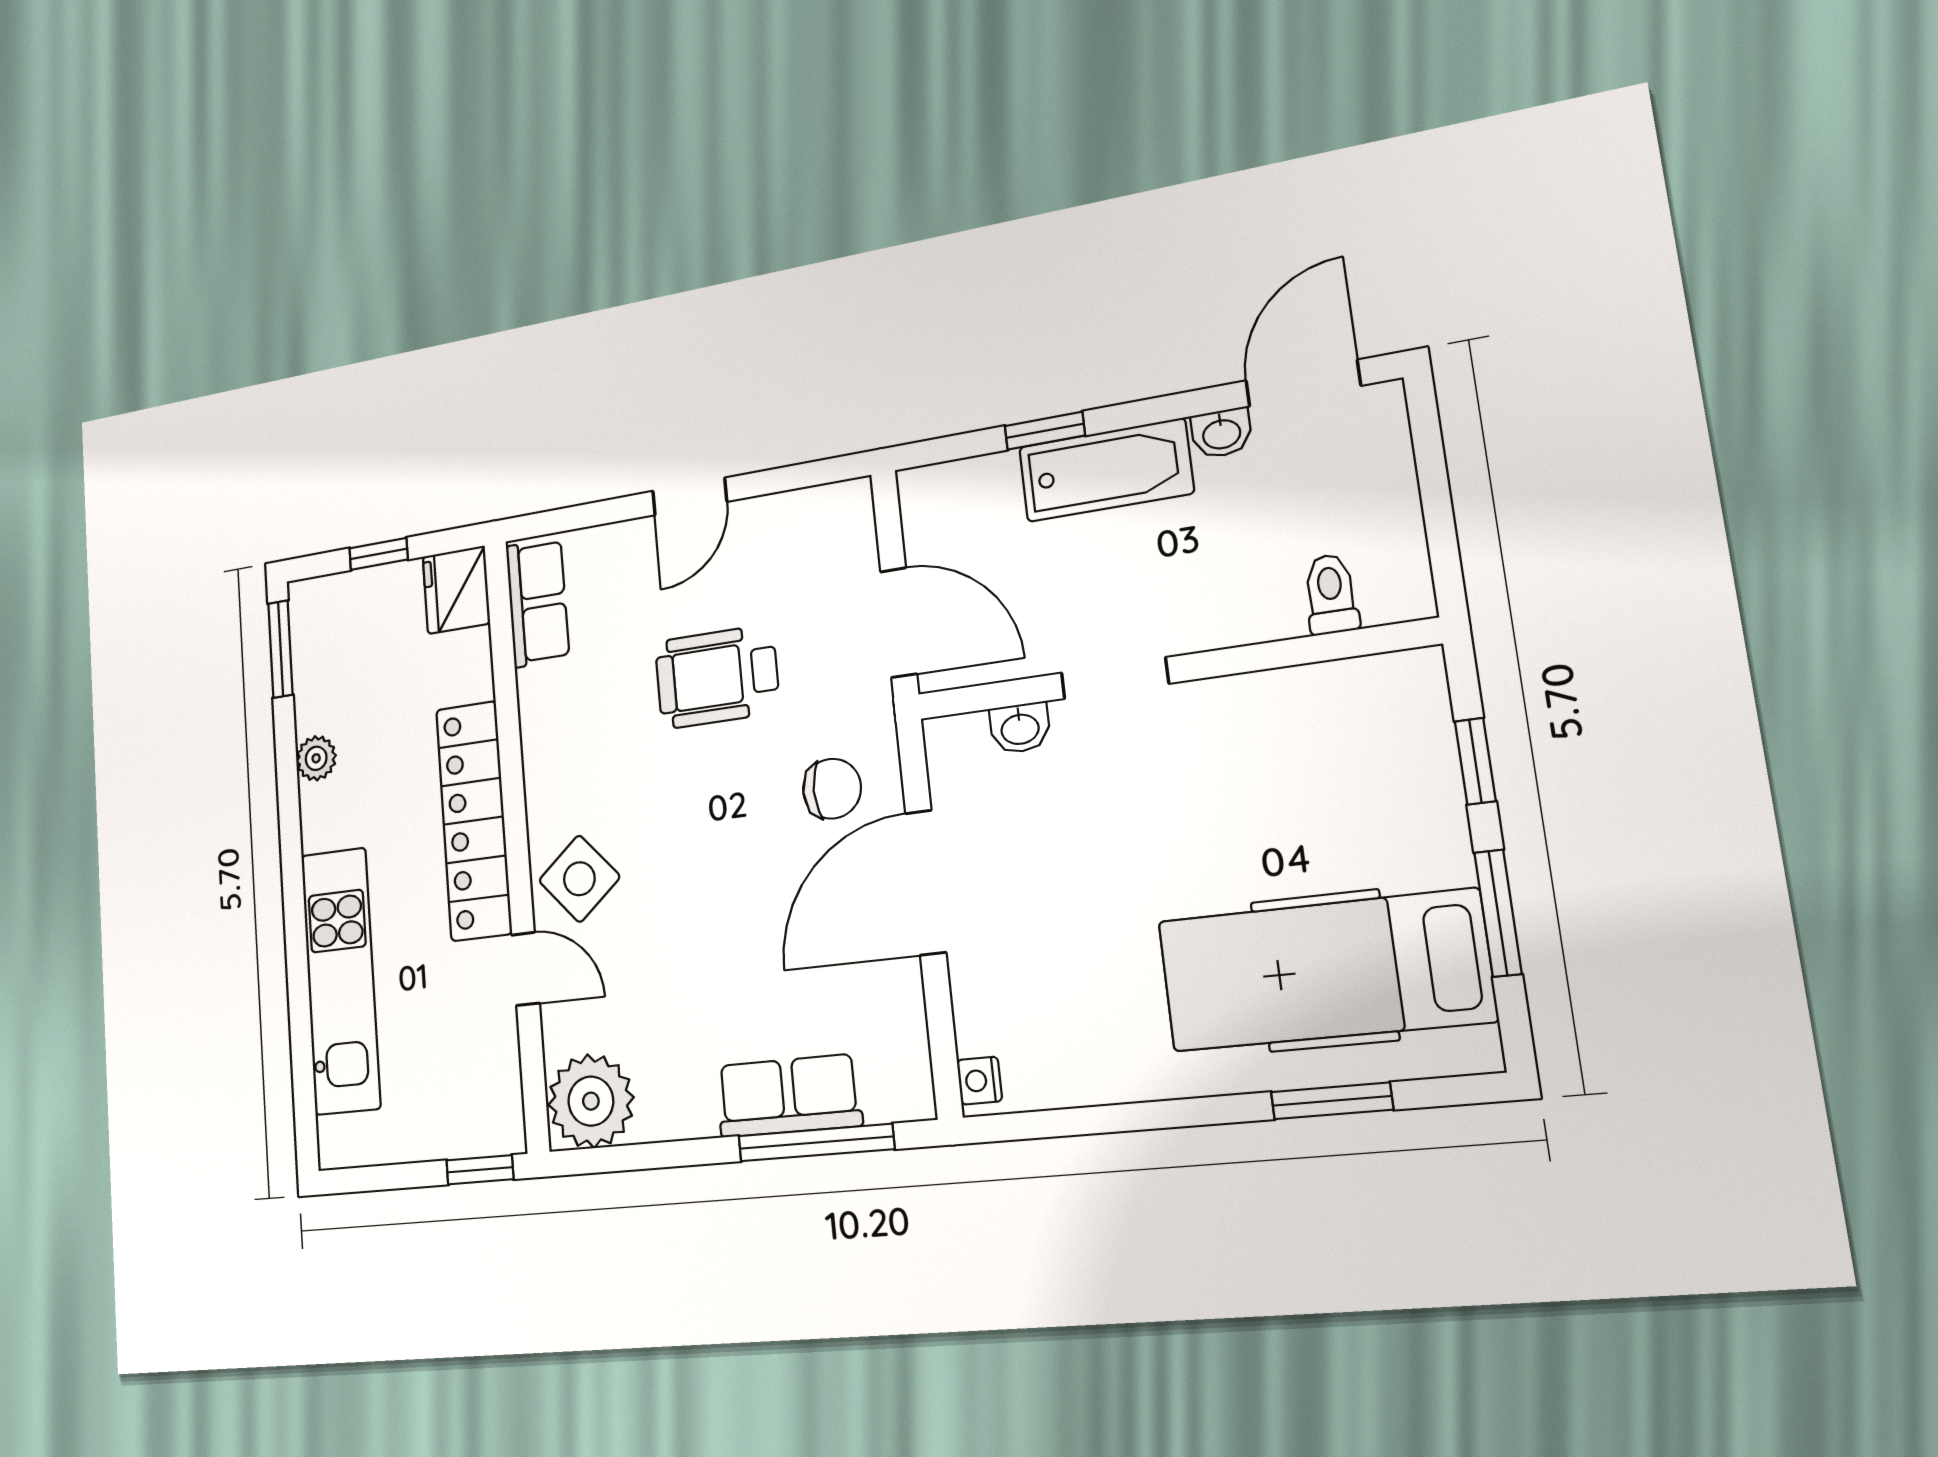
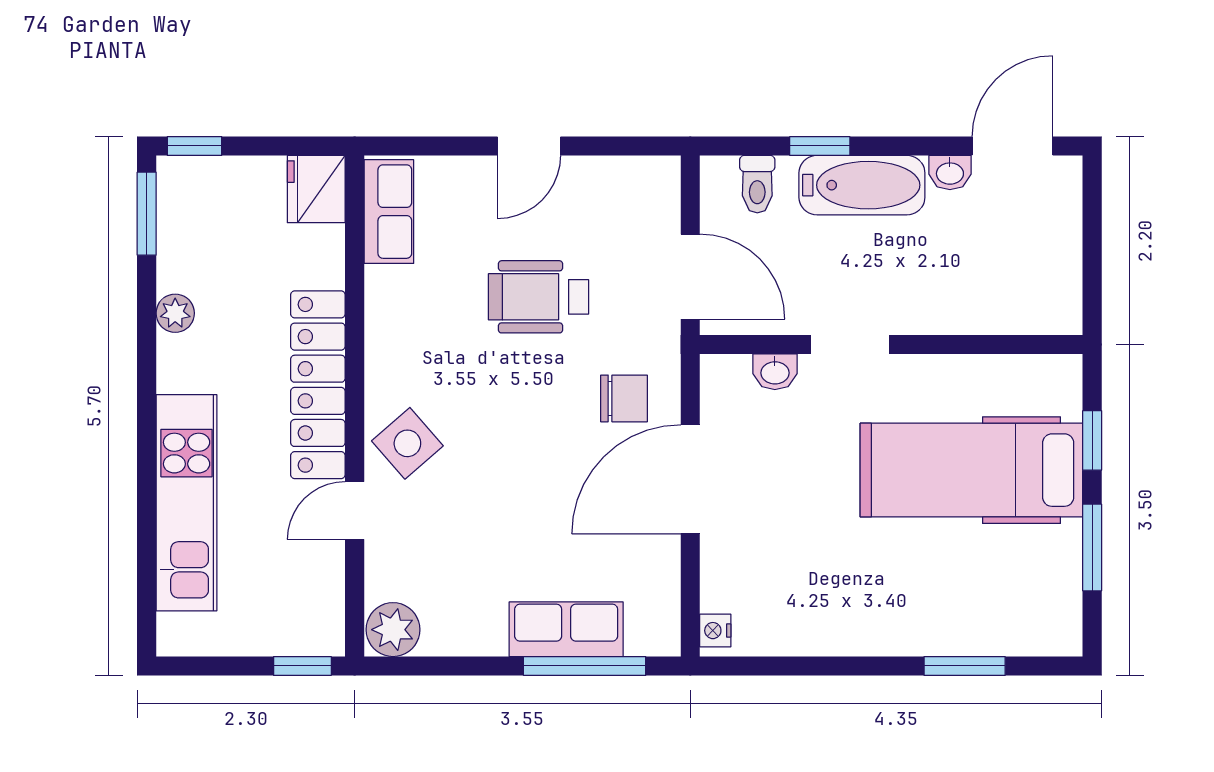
window: (379, 554) -> (194, 146), moved
toilet: (1331, 594) -> (757, 184), moved, turned 180
door: (525, 969) -> (355, 510), swing flipped
hospital bed: (1324, 971) -> (971, 470), moved
plant: (591, 1101) -> (393, 630), width x0.73, depth x0.73

